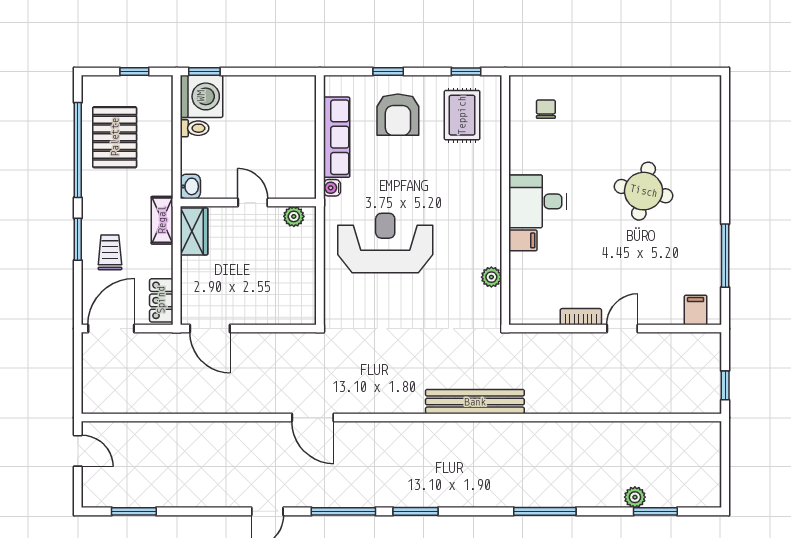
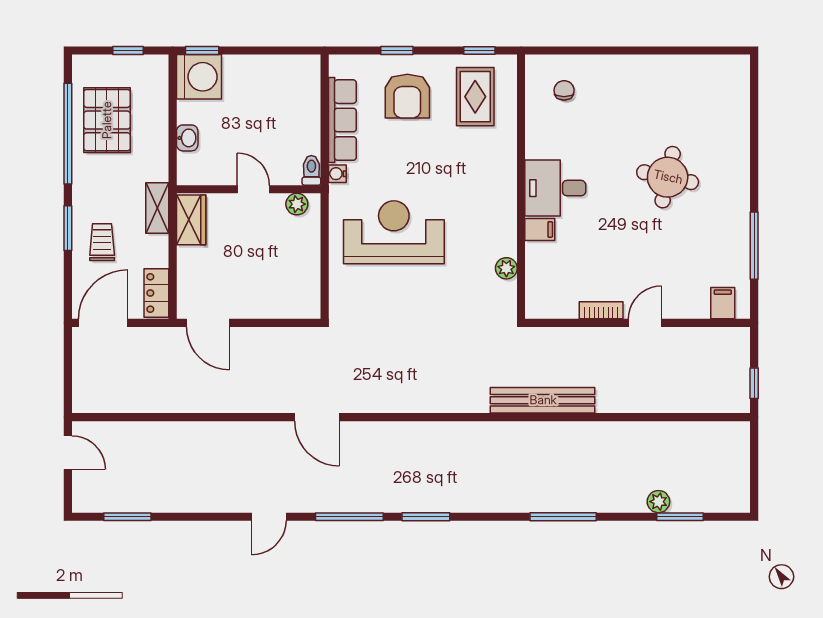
toilet: (194, 128) -> (311, 170), moved, turned -90
washbasin: (190, 186) -> (187, 138), moved
bench: (475, 402) -> (543, 400), moved

